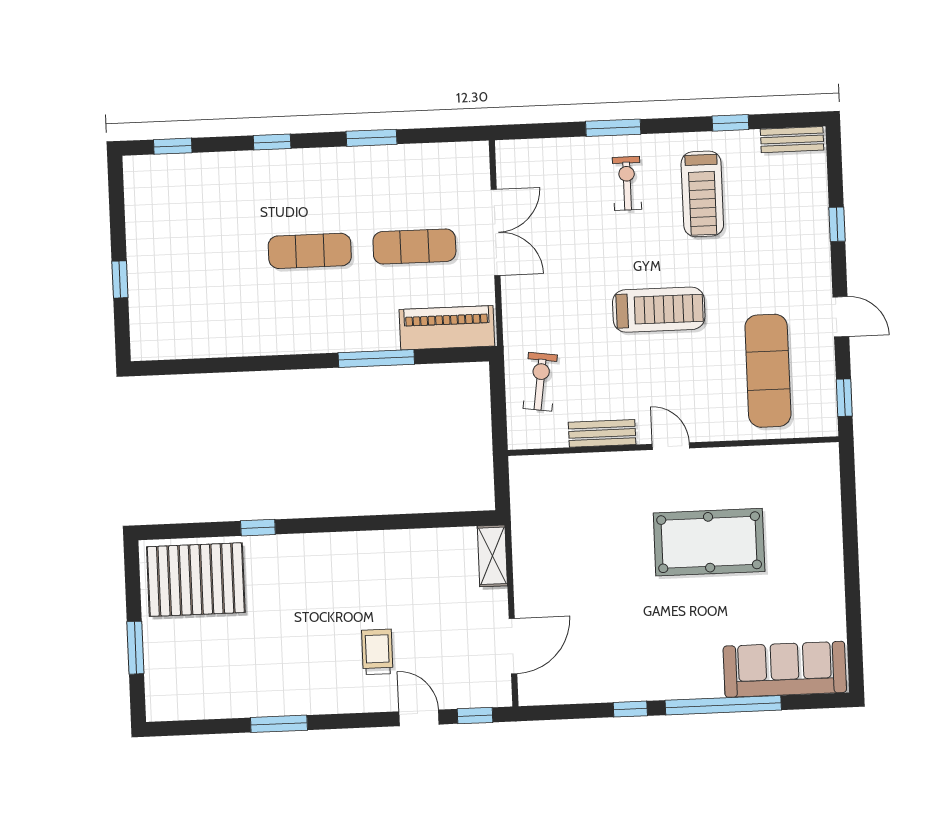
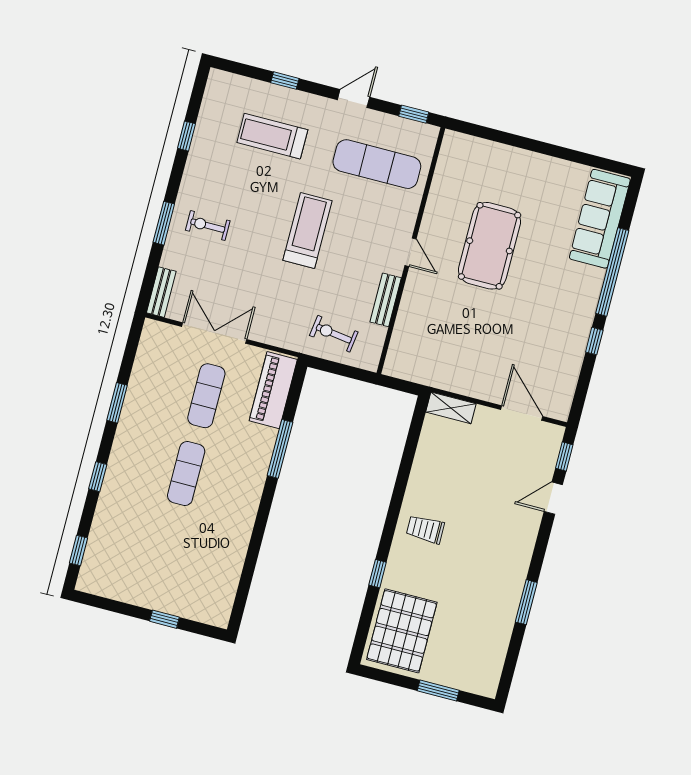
bench: (792, 140) -> (161, 292), moved
treadmill: (702, 194) -> (272, 136), moved, turned 180
door: (671, 446) -> (410, 252), swing flipped
trolley: (377, 652) -> (425, 529), moved

